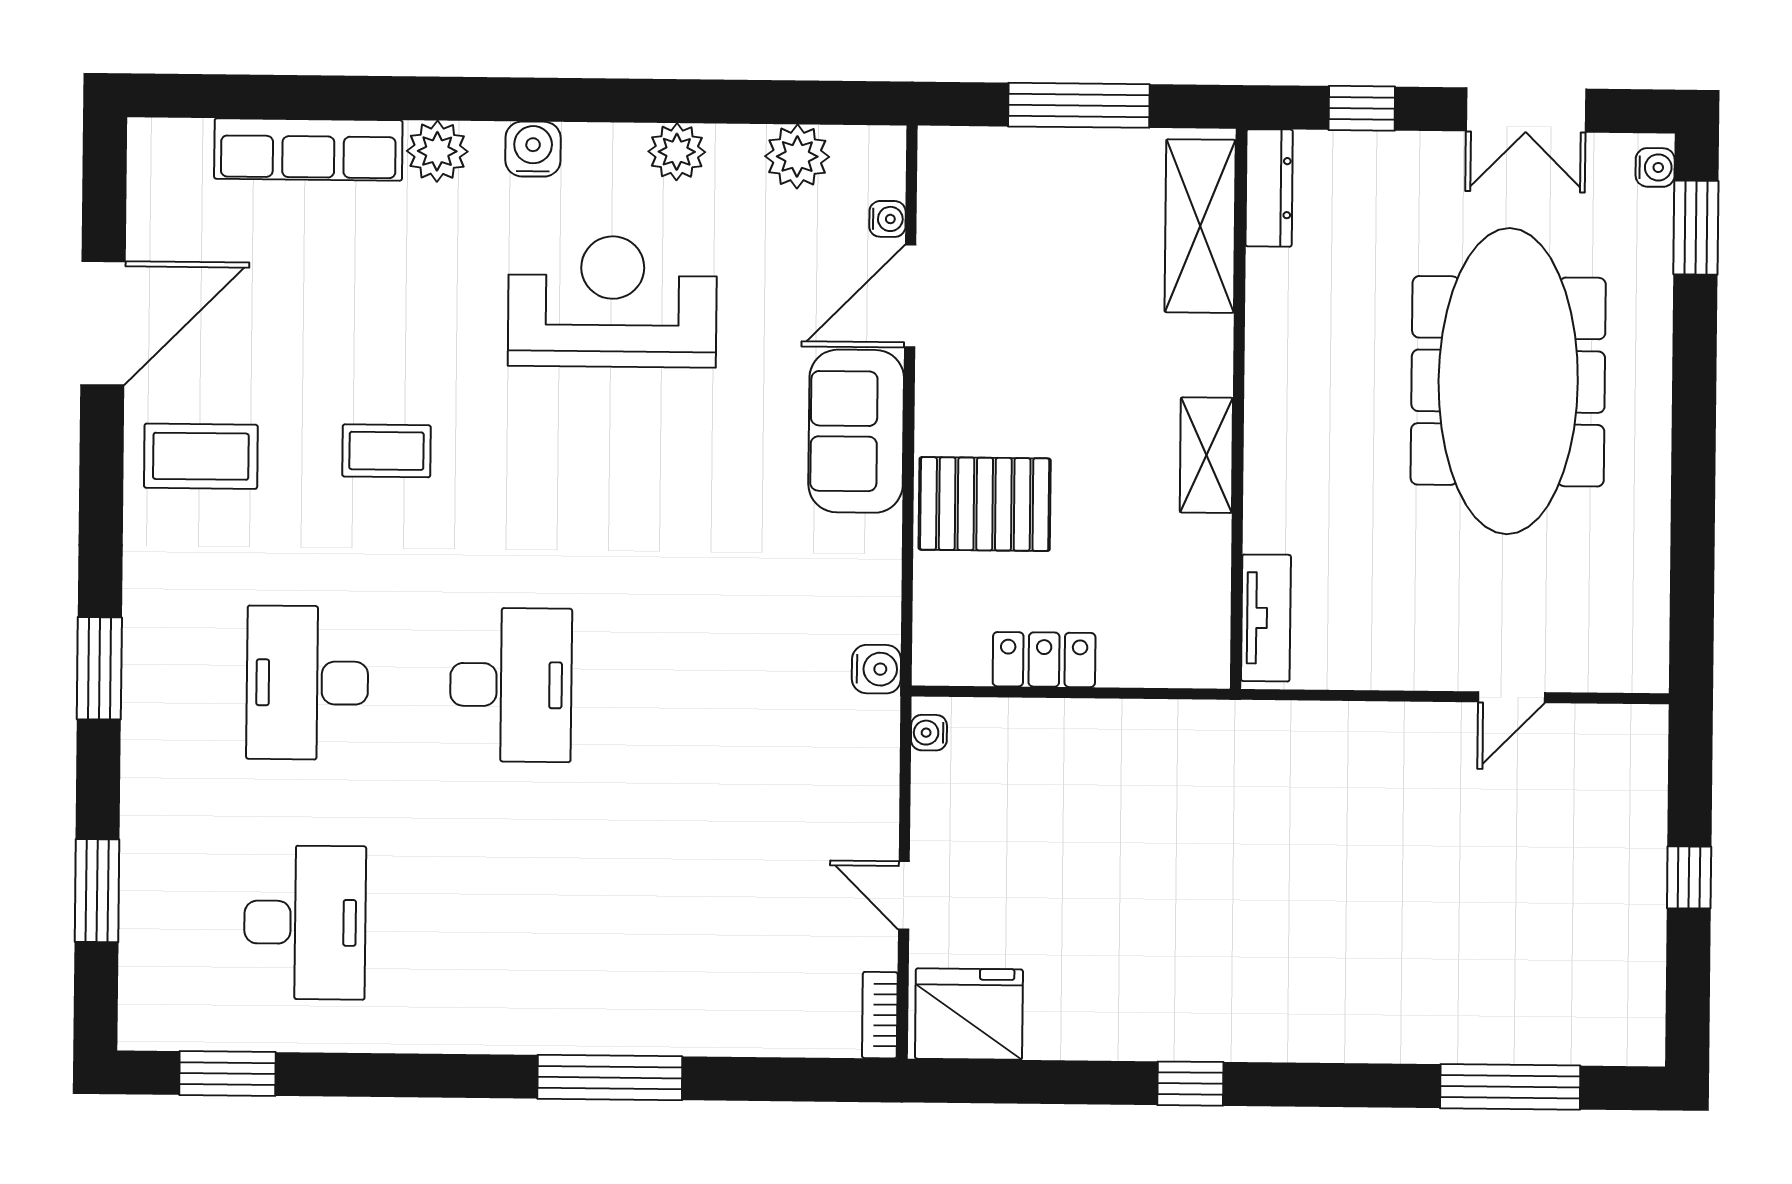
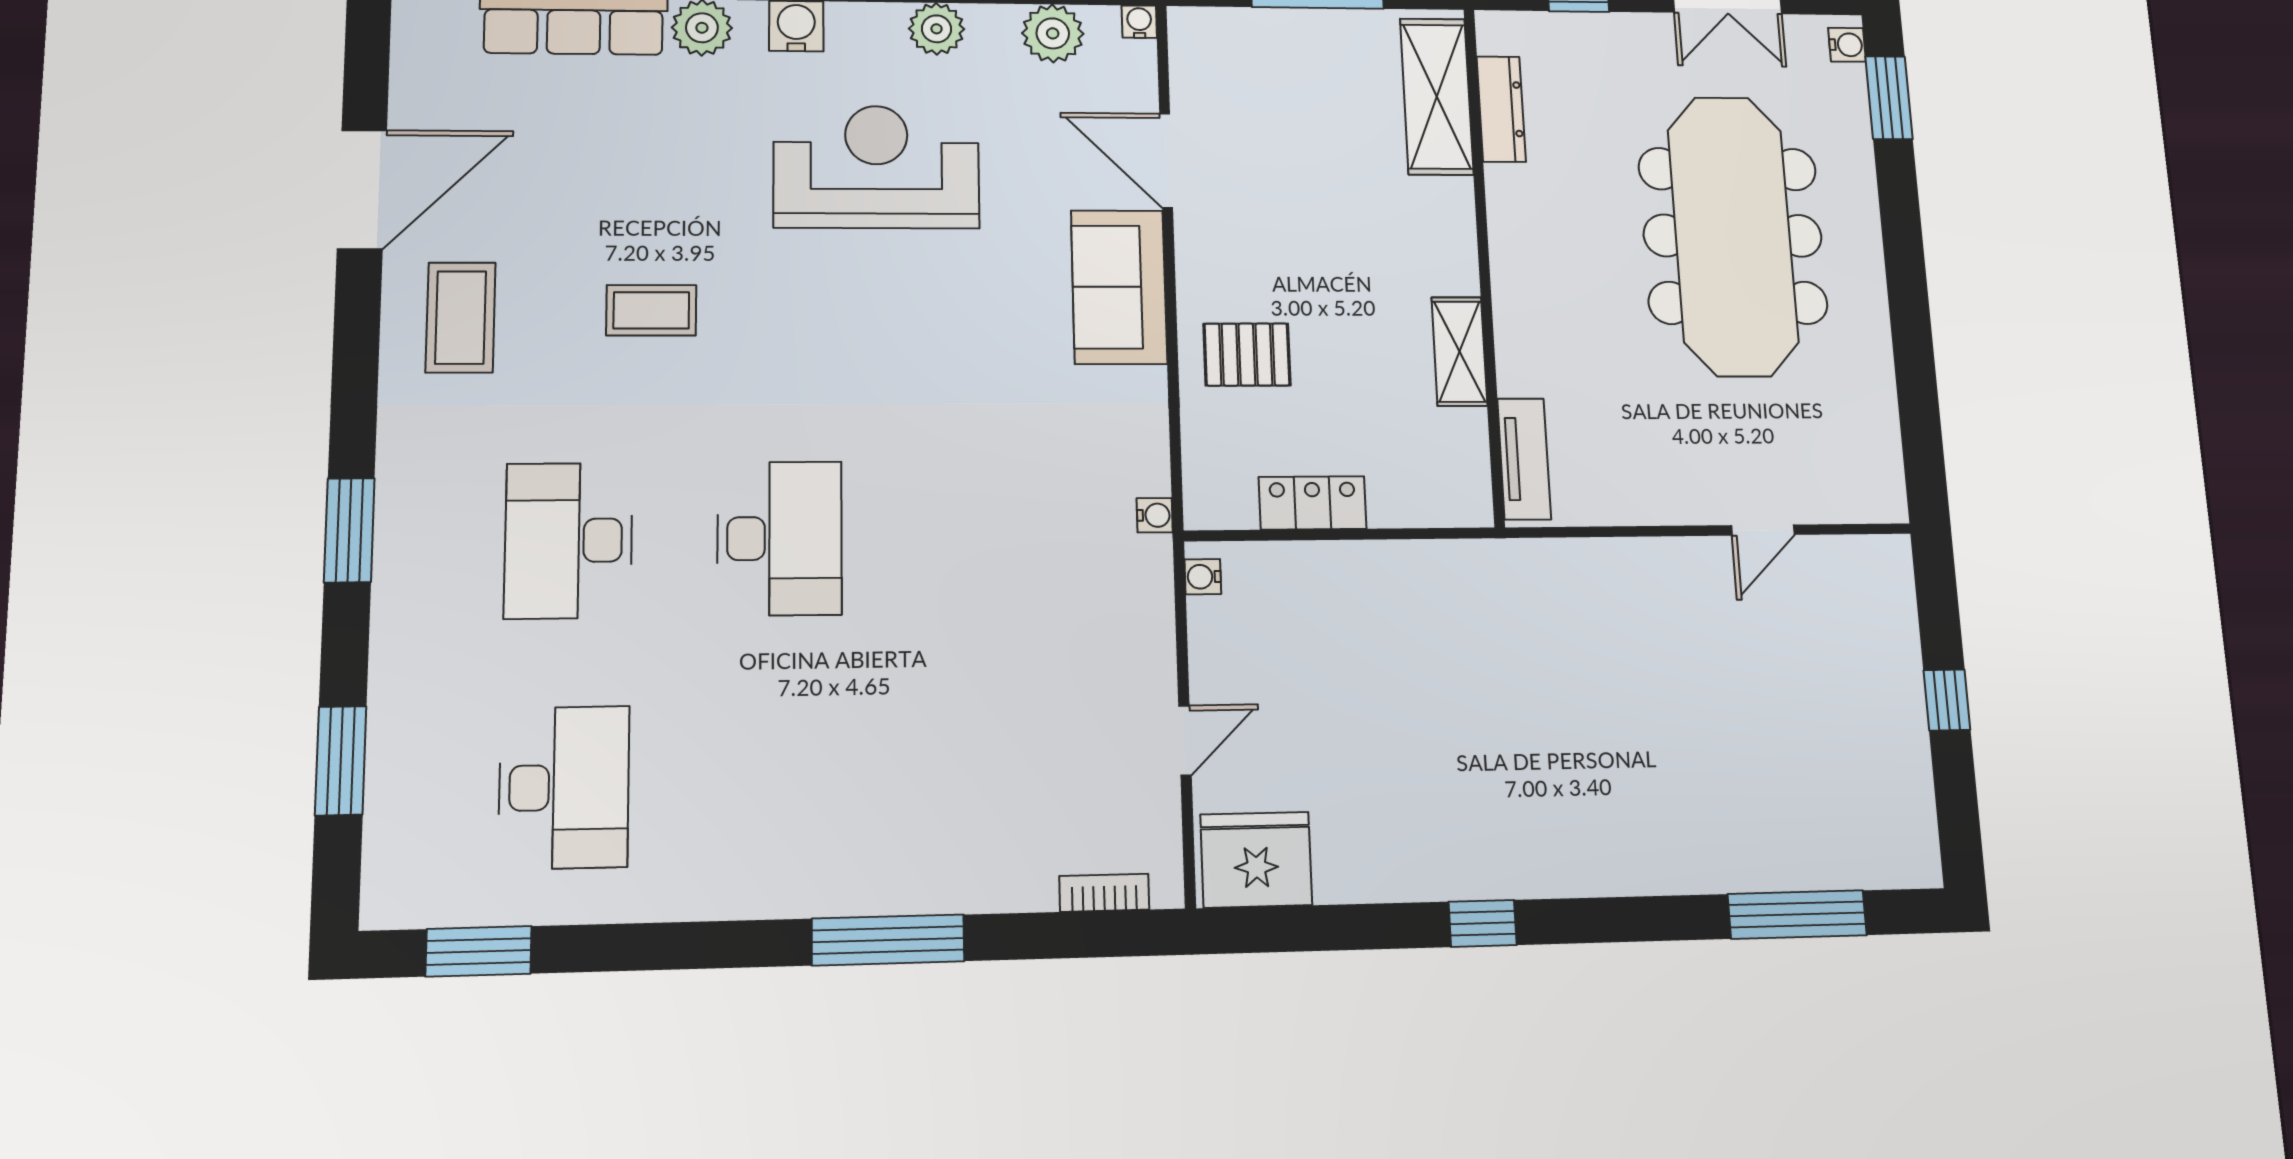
dresser: (1269, 188) -> (1501, 109), moved
water cooler: (887, 219) -> (1139, 22), moved, turned -90
door: (910, 296) -> (1166, 161), hinge flipped
shelving: (1206, 455) -> (1459, 351), moved
coffee table: (201, 456) -> (461, 317), turned 90
pallet: (985, 504) -> (1247, 355), width x0.67, depth x0.71
water cooler: (876, 669) -> (1155, 515), width x0.72, depth x0.72
door: (904, 895) -> (1185, 740), swing flipped
bookcase: (880, 1015) -> (1104, 893), moved, turned 90

